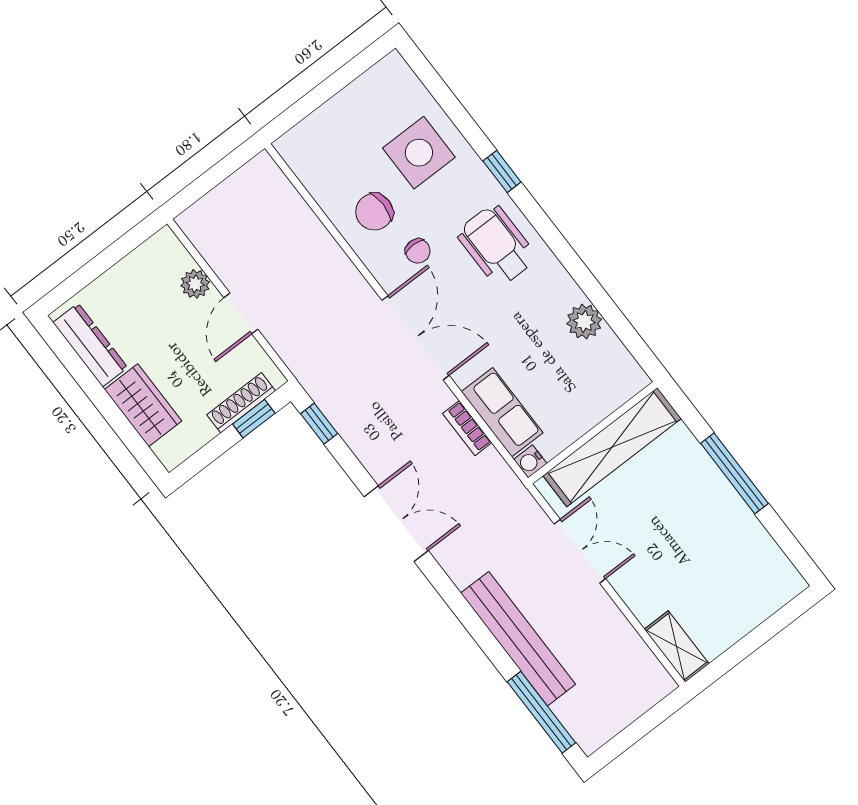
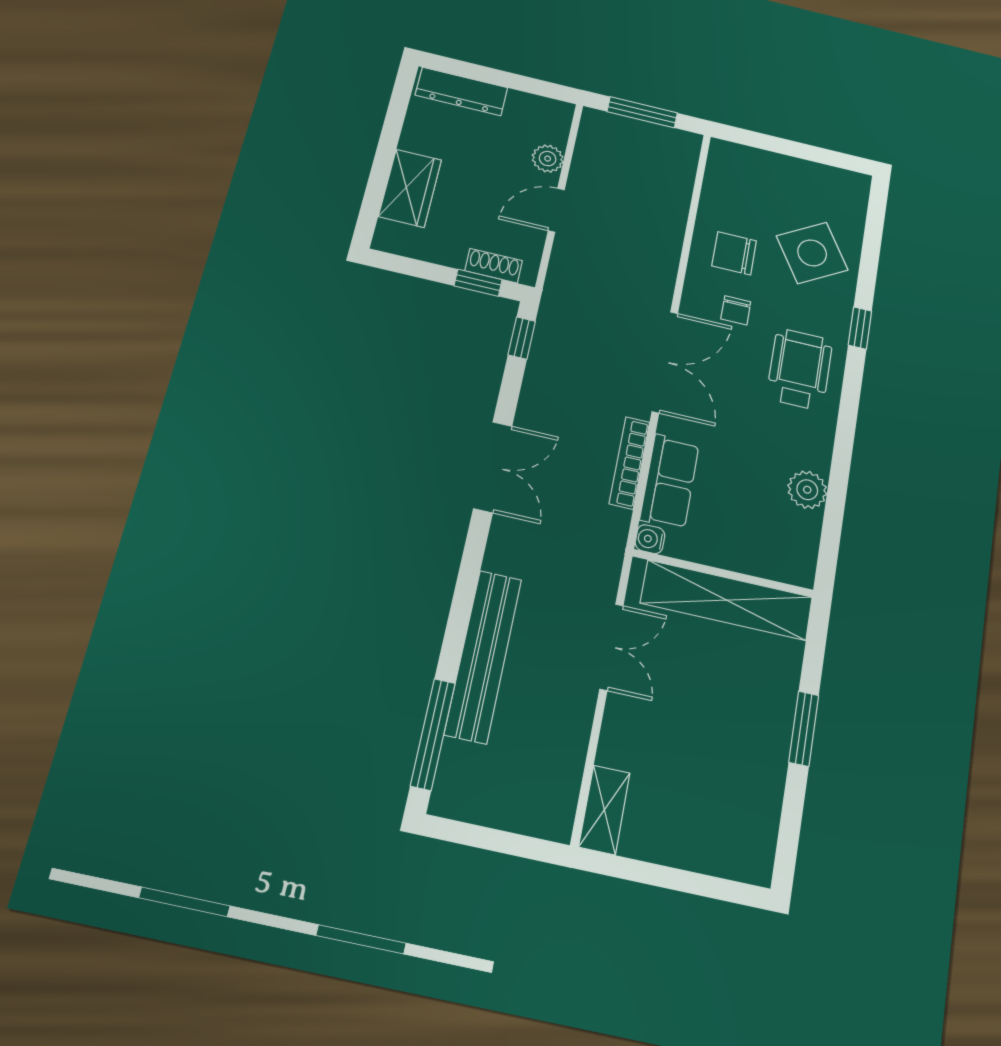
side table: (419, 153) -> (812, 253), turned -31
window: (211, 179) -> (642, 112), added
dresser: (90, 345) -> (462, 91), moved, turned 90
shoe rack: (241, 403) -> (494, 266), width x0.70
bookcase: (467, 428) -> (629, 463), width x1.56
window: (734, 473) -> (804, 729), width x0.69

